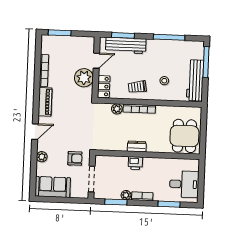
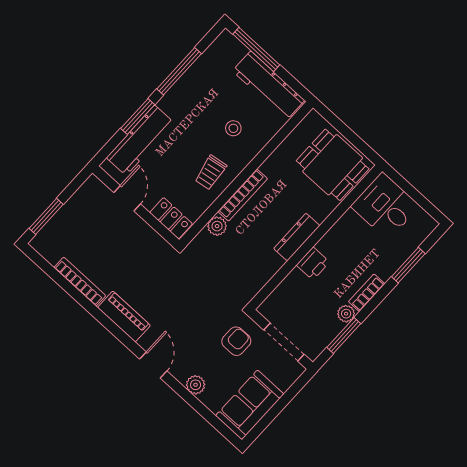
window: (123, 35) -> (138, 117), moved
plant: (84, 78) -> (136, 235), removed
dresser: (137, 147) -> (297, 237), width x1.44
desk: (184, 184) -> (385, 206), moved, turned -90

